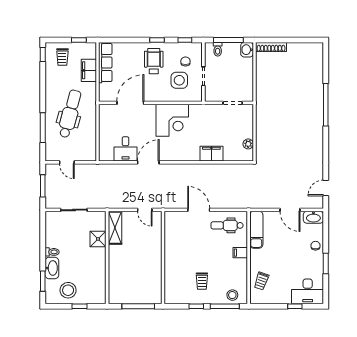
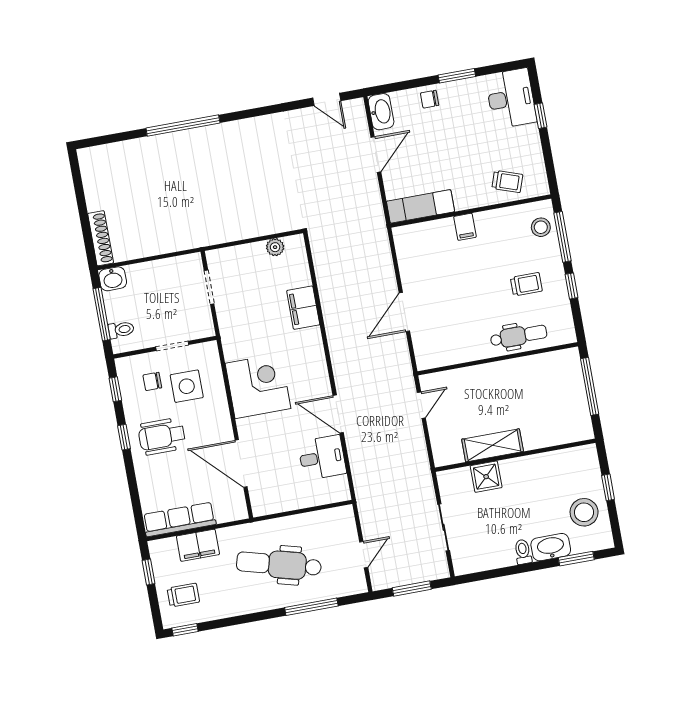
dental chair: (227, 225) -> (519, 336), moved, turned -90
shelving: (115, 228) -> (493, 445), moved

